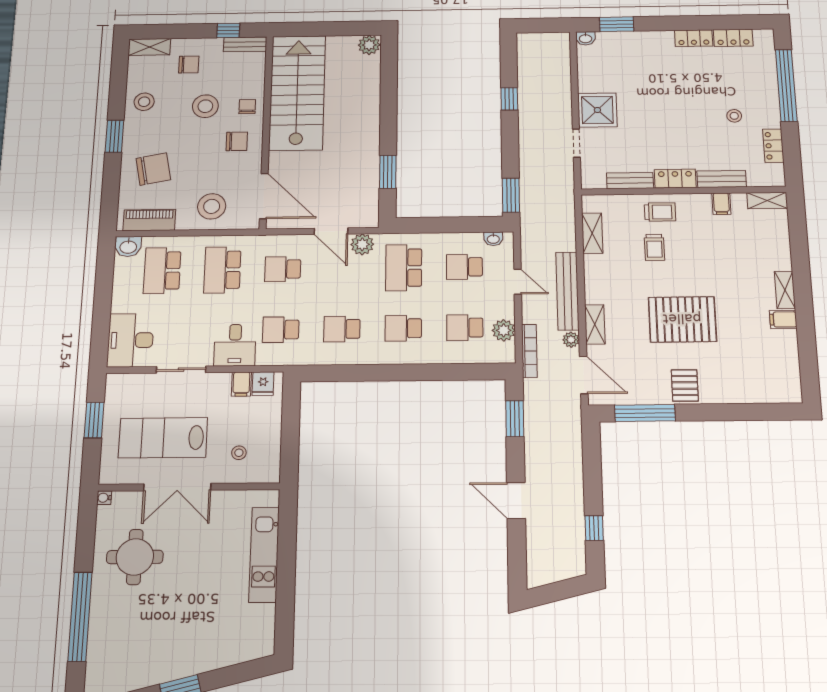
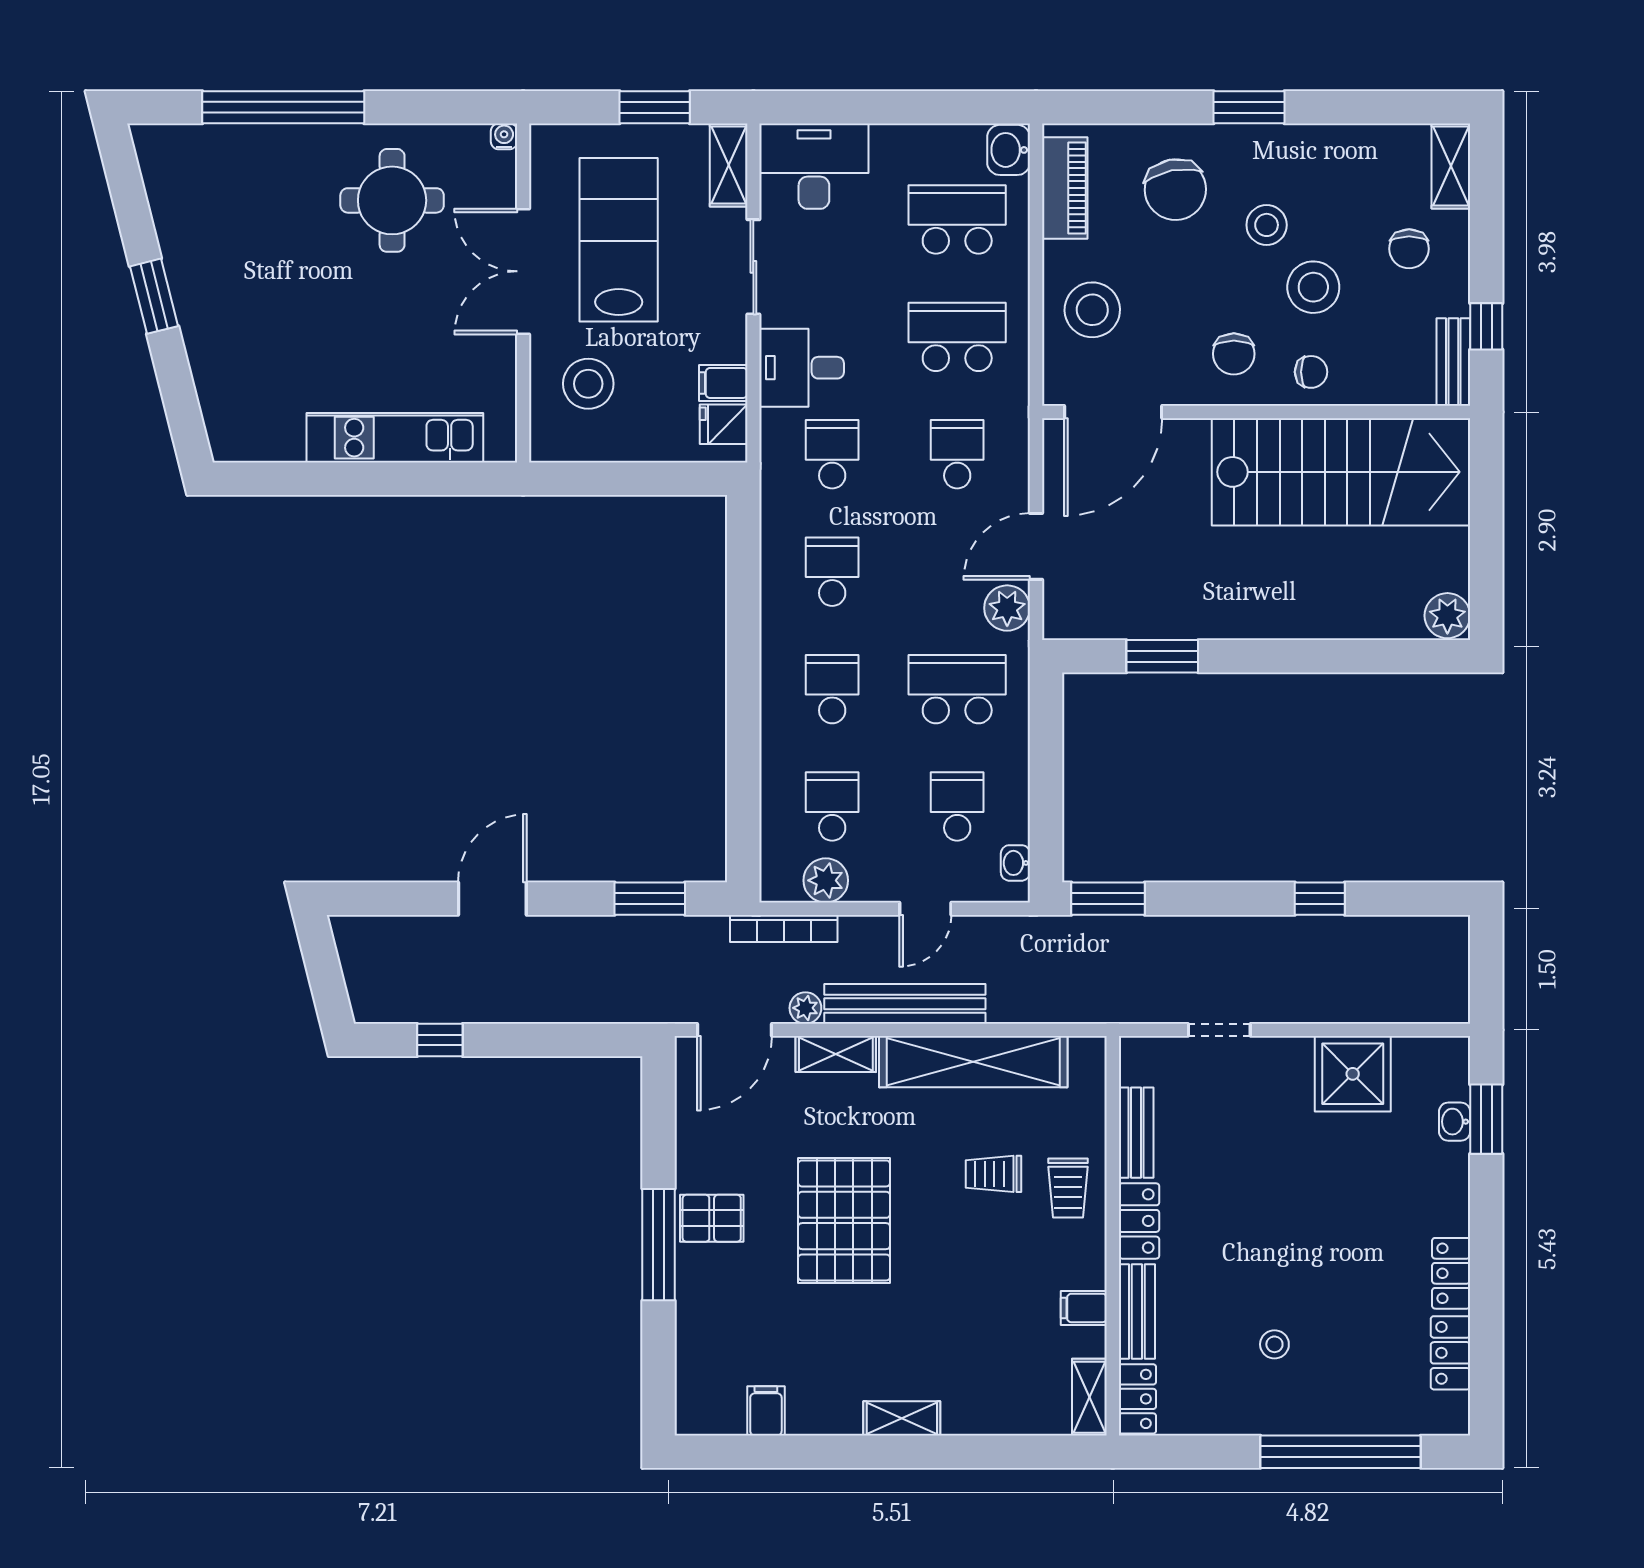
washbasin: (586, 38) -> (1455, 1122), moved
stool: (144, 102) -> (1267, 225), moved
shower: (597, 110) -> (1353, 1074), moved
locker: (773, 146) -> (1137, 1399), moved, turned 90
shelving: (592, 233) -> (973, 1062), width x2.20, depth x1.33
filing cabinet: (783, 319) -> (766, 1411), moved
shelving: (127, 383) -> (729, 165), added
window: (645, 413) -> (658, 1245), moved
stool: (239, 453) -> (588, 384), width x1.89, depth x1.89

